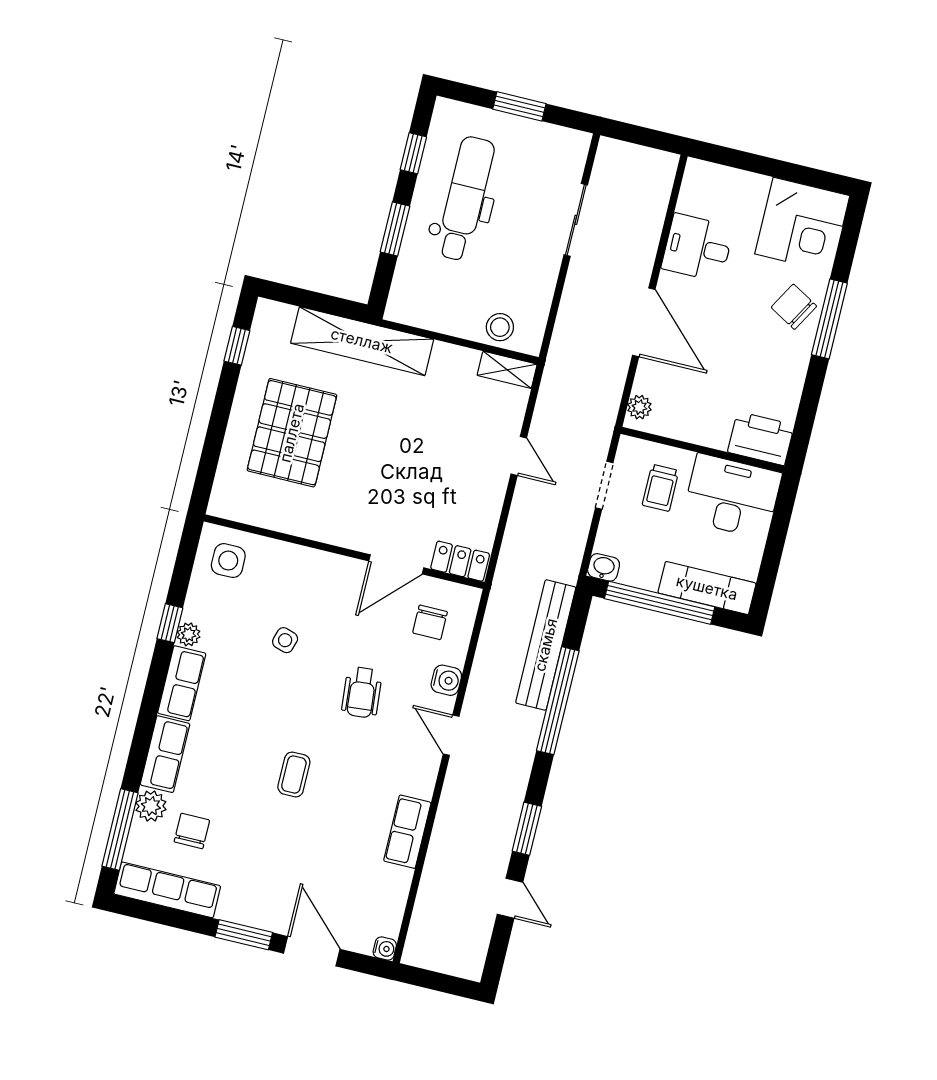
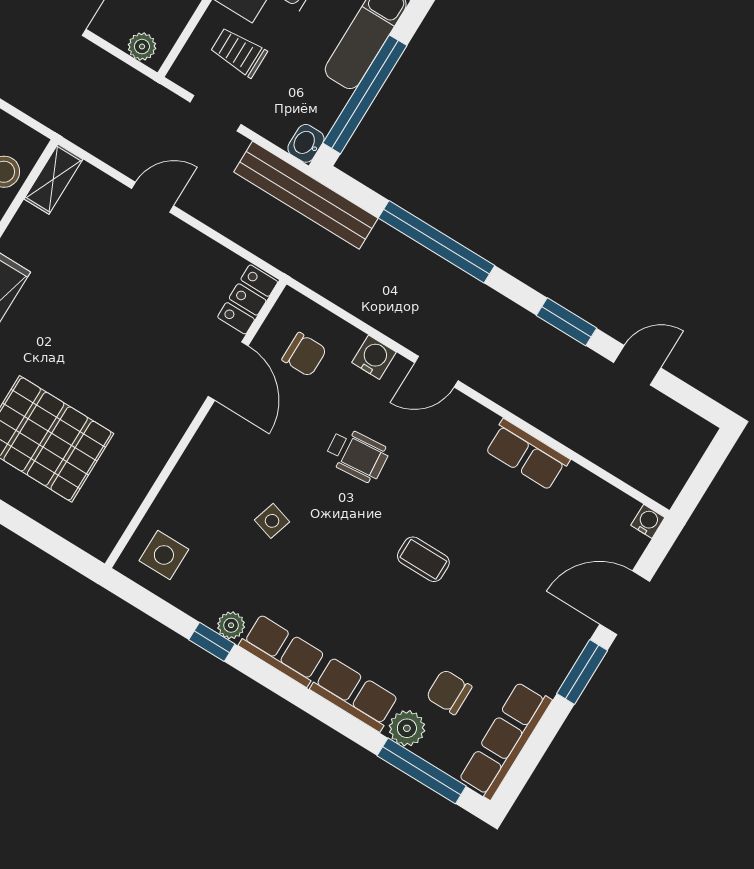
trolley: (661, 488) -> (239, 52), turned 180
bench: (546, 645) -> (306, 195), moved

